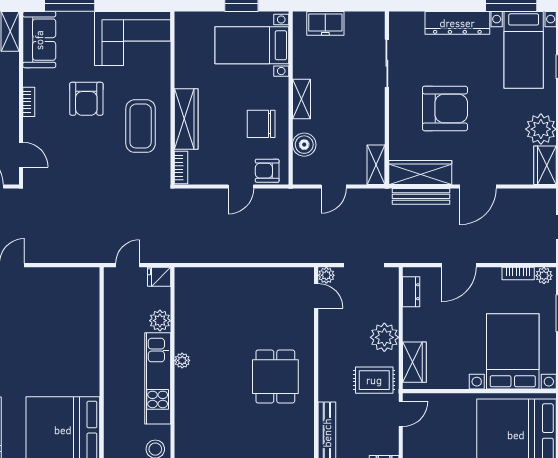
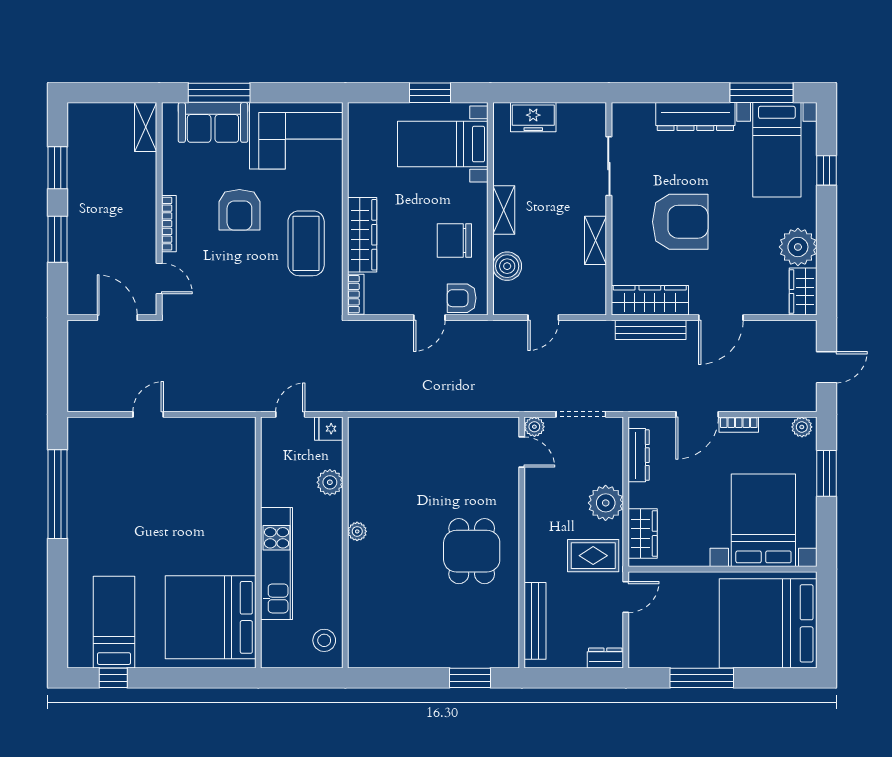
sofa: (39, 40) -> (213, 122), moved, turned 90
bookcase: (29, 102) -> (169, 224), width x1.56
shelving: (376, 165) -> (596, 240), moved
bookcase: (518, 274) -> (739, 425), moved
dresser: (411, 292) -> (639, 455), width x1.44
kitchen unit: (158, 378) -> (277, 564), moved, turned 180

